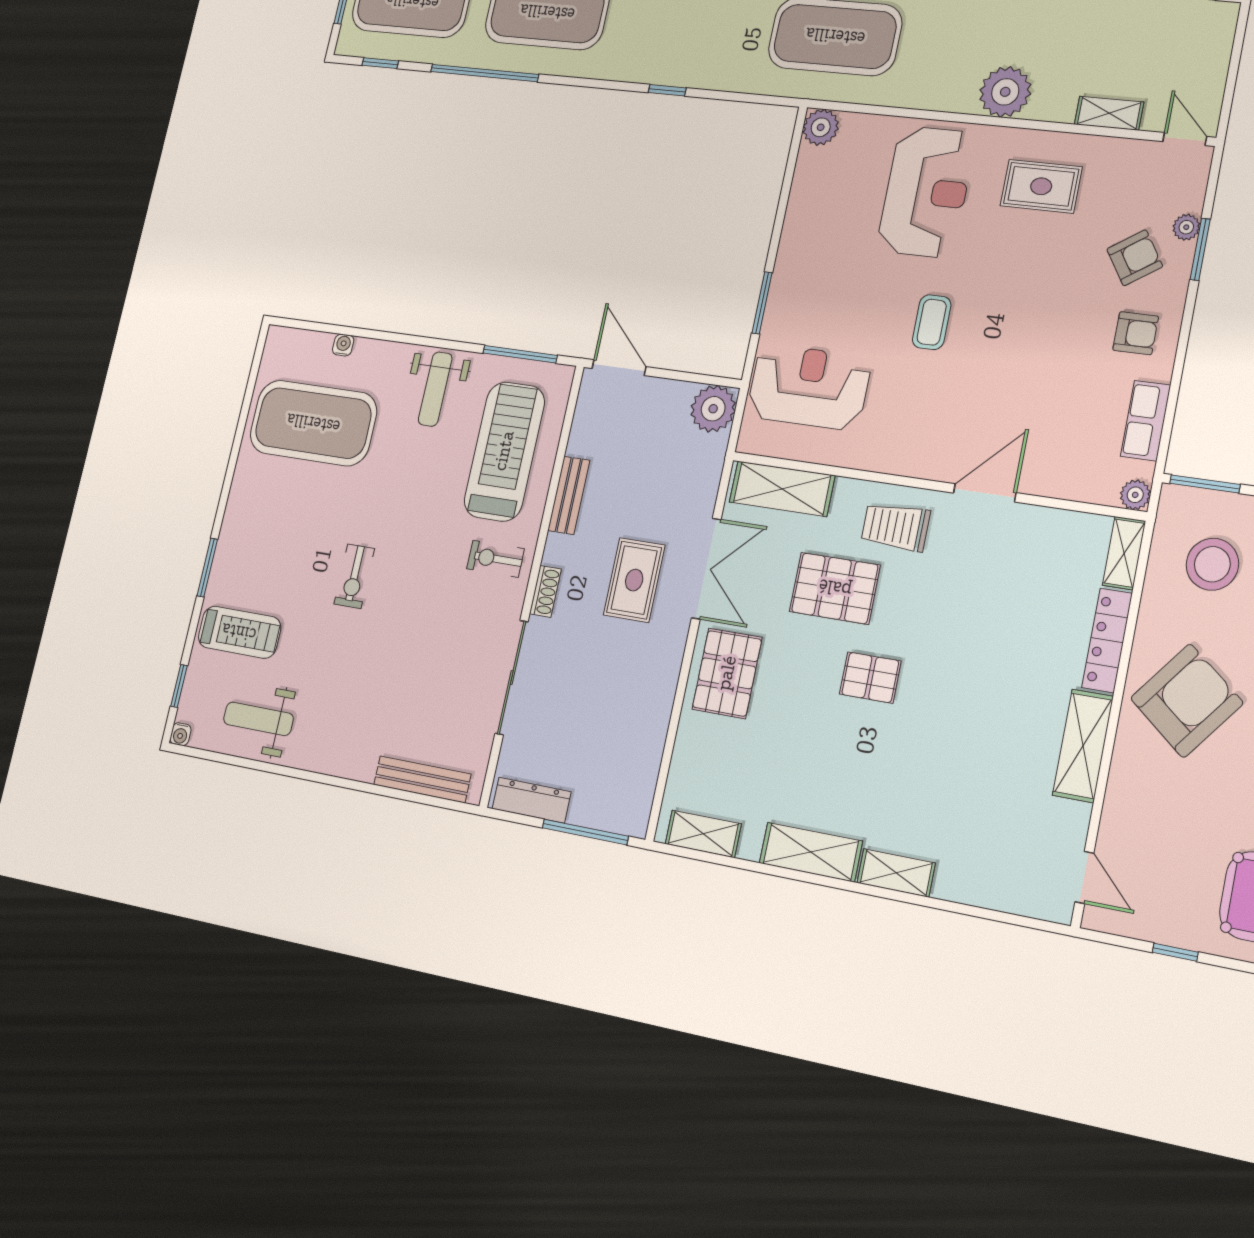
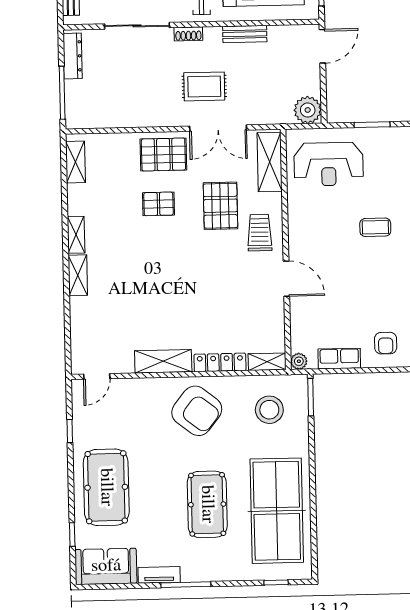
reception desk: (809, 387) -> (329, 164), turned 90
pallet: (870, 678) -> (158, 204), moved, turned 90
shelving: (811, 852) -> (76, 235), width x0.67, depth x0.75

